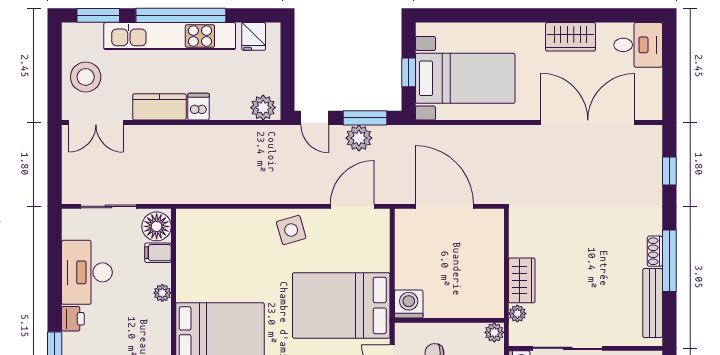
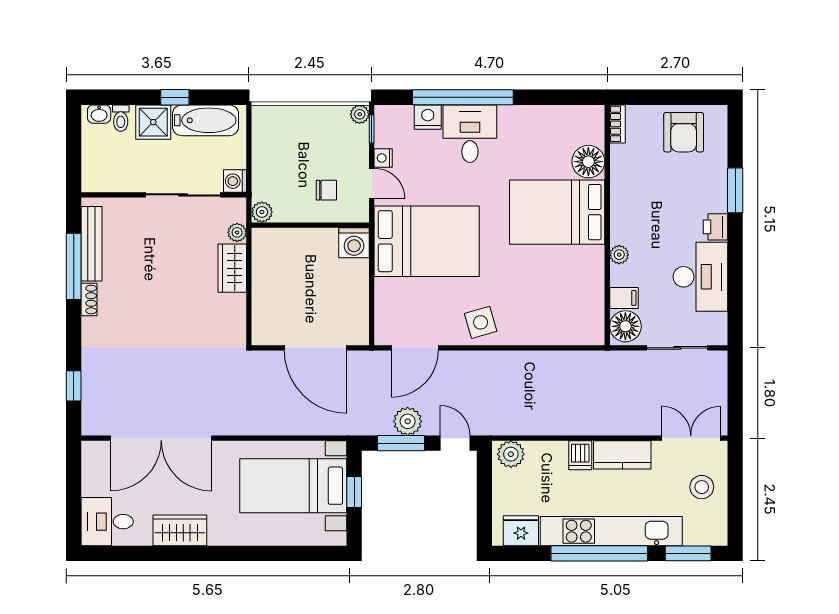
fridge: (254, 36) -> (521, 531), width x1.38
stool: (86, 77) -> (702, 487), width x0.73, depth x0.73
window: (669, 261) -> (74, 266), moved

